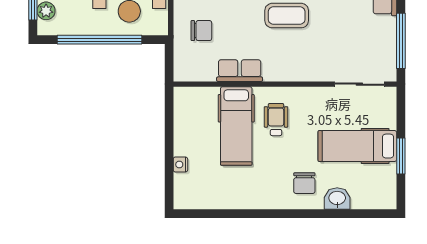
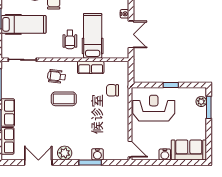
window: (100, 40) -> (171, 85), width x0.32
wheelchair: (299, 55) -> (57, 76), added
double door: (169, 128) -> (131, 34), added

